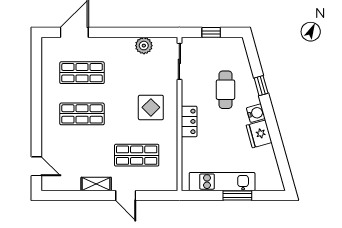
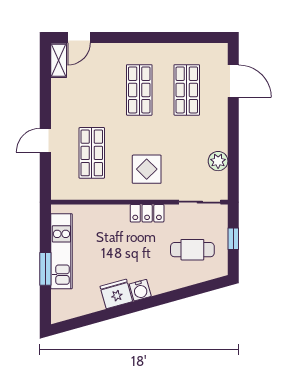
window: (261, 86) -> (172, 296), removed
cafe table: (225, 90) -> (192, 250), moved
locker: (189, 121) -> (147, 213), moved
shelving: (96, 184) -> (59, 60), moved

